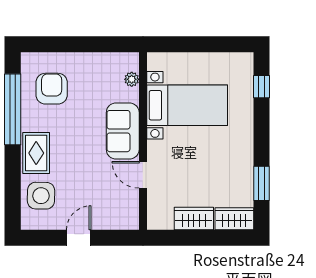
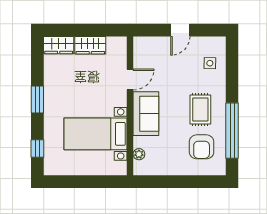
rug: (36, 153) -> (200, 110), moved
door: (143, 175) -> (130, 80), hinge flipped
window: (261, 183) -> (37, 99), moved
side table: (41, 196) -> (210, 63), width x0.54, depth x0.54

